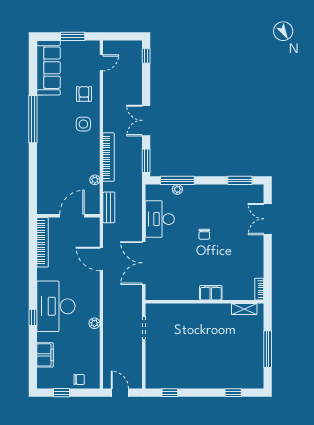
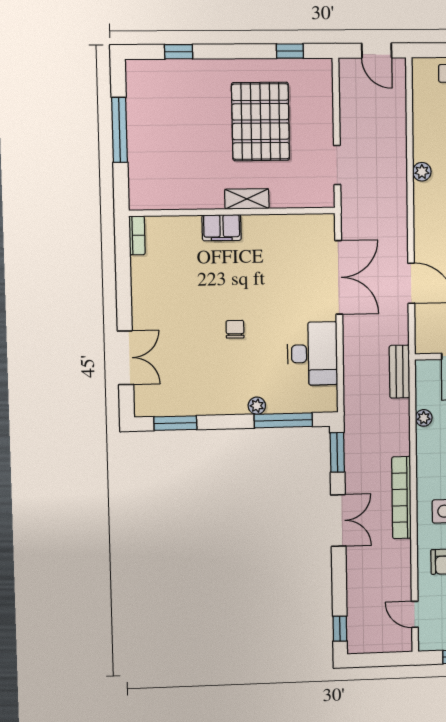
door: (101, 63) -> (415, 614), hinge flipped
bookcase: (108, 157) -> (402, 498), moved
plant: (177, 189) -> (257, 406), moved
shelving: (244, 309) -> (247, 199), moved
pallet: (187, 353) -> (261, 122), added

